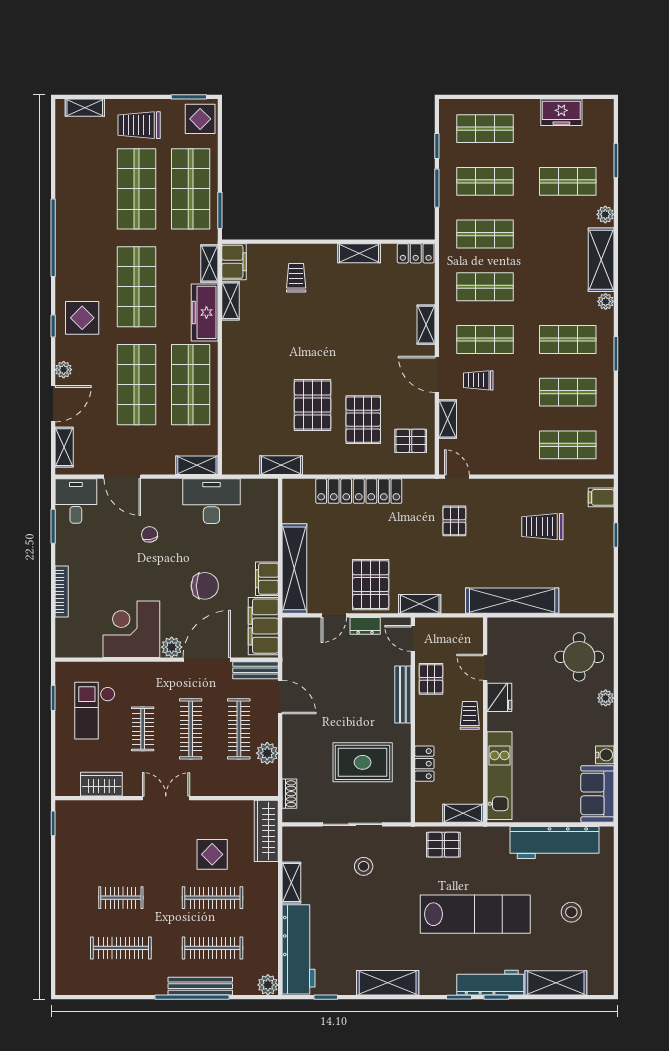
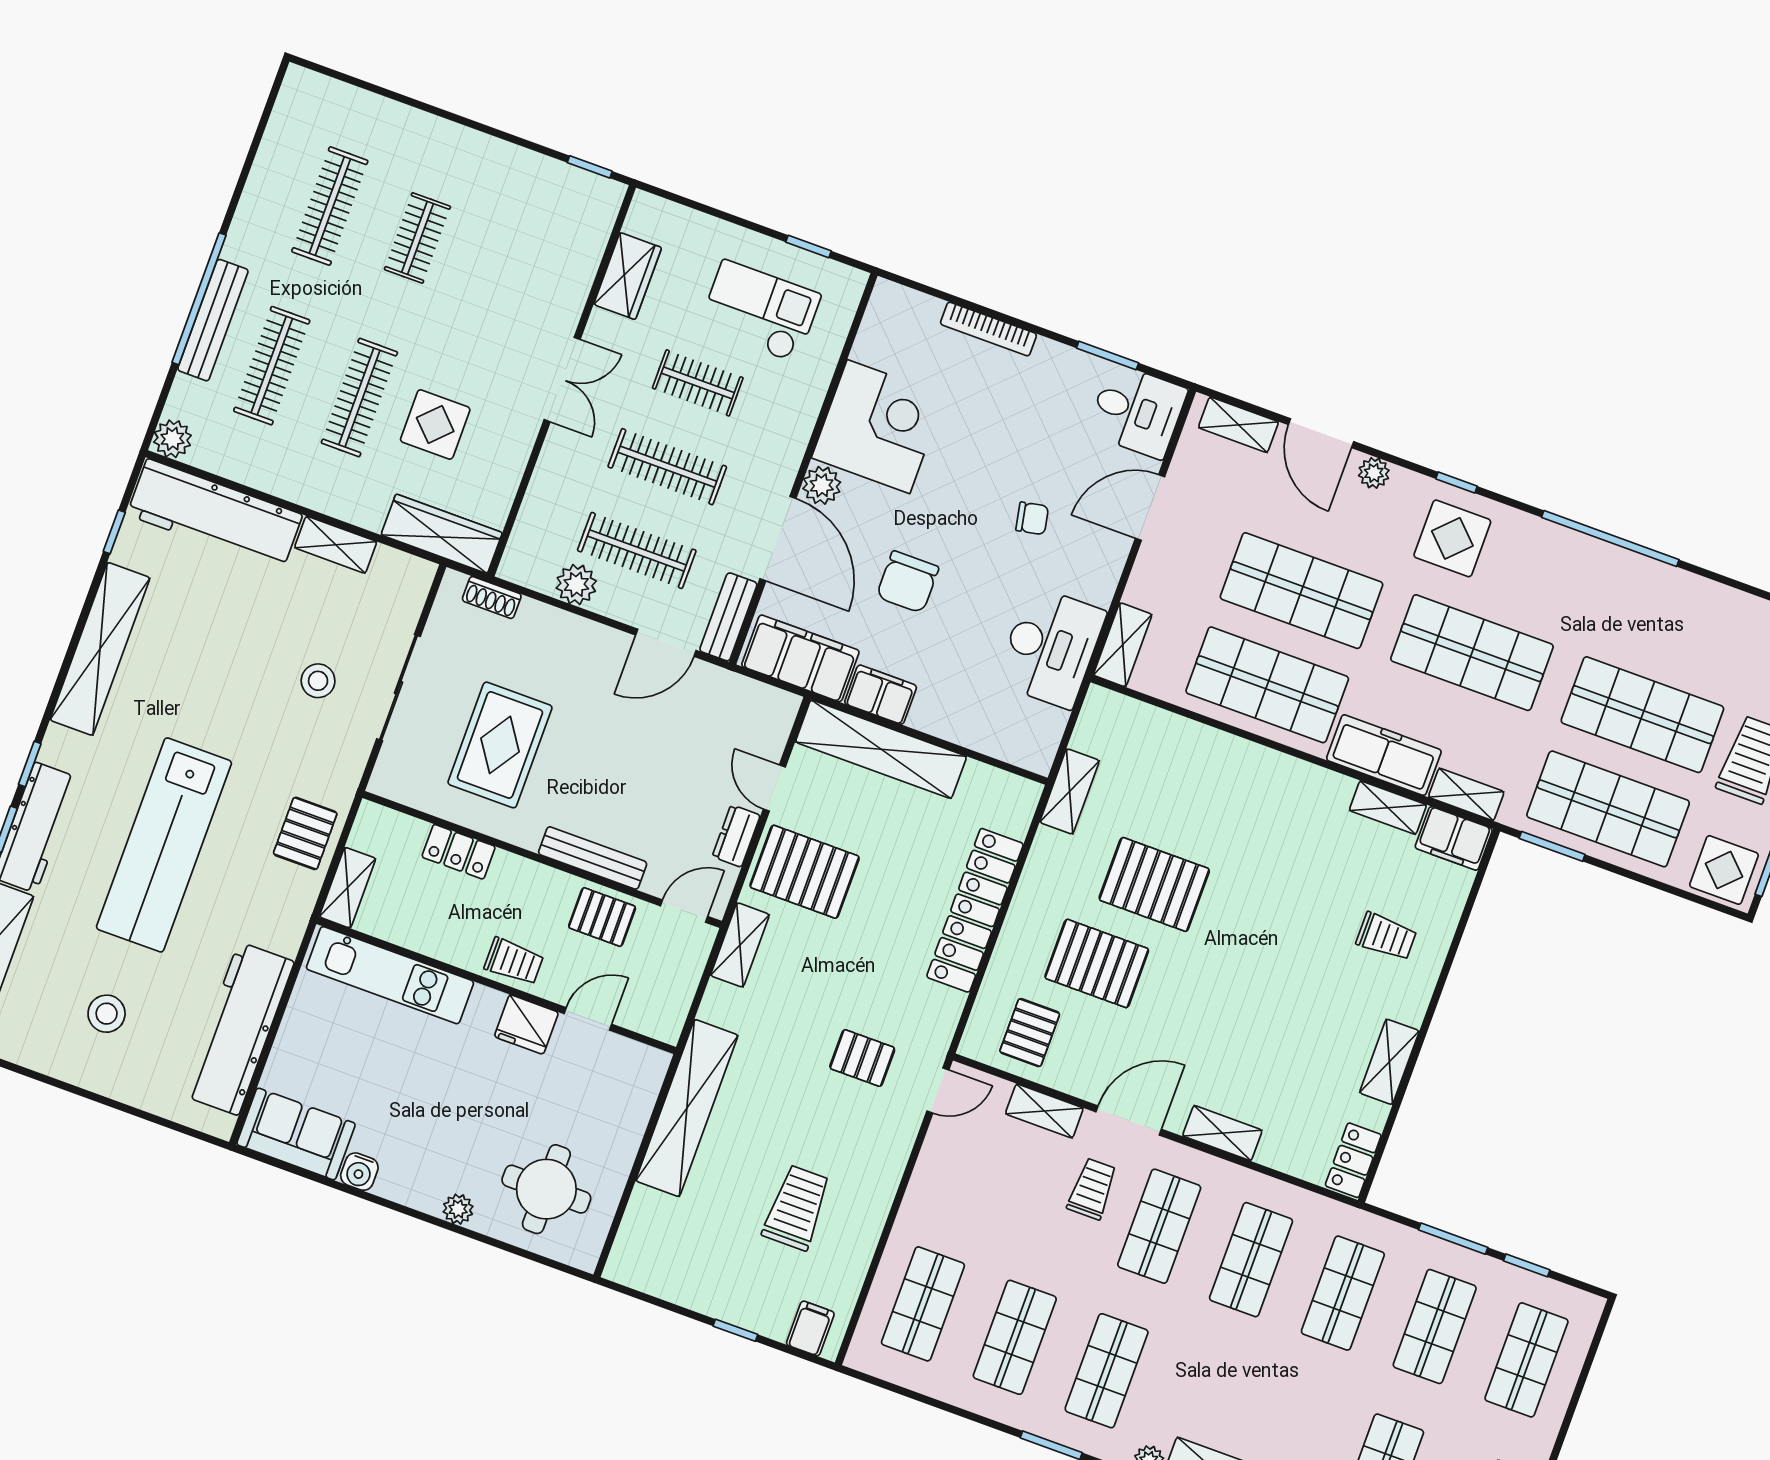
shelving: (388, 983) -> (100, 649), width x1.47

